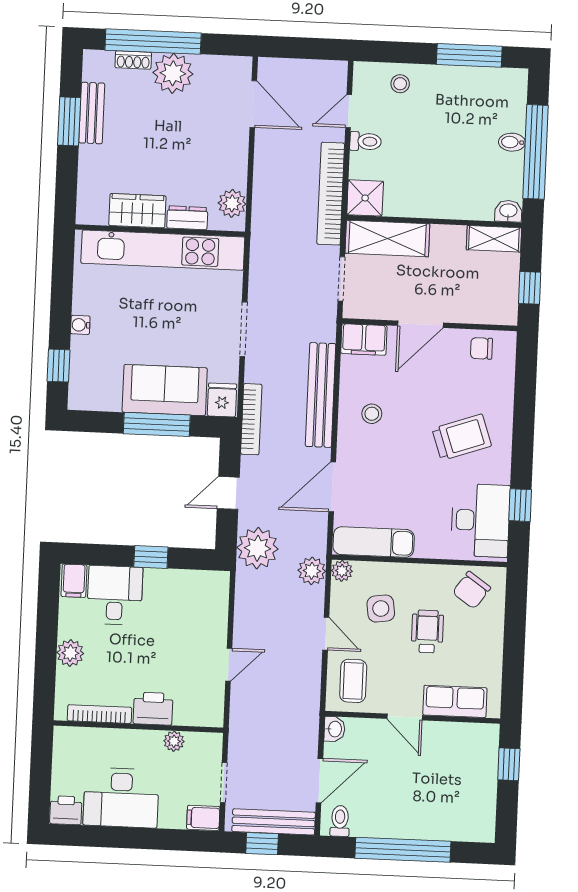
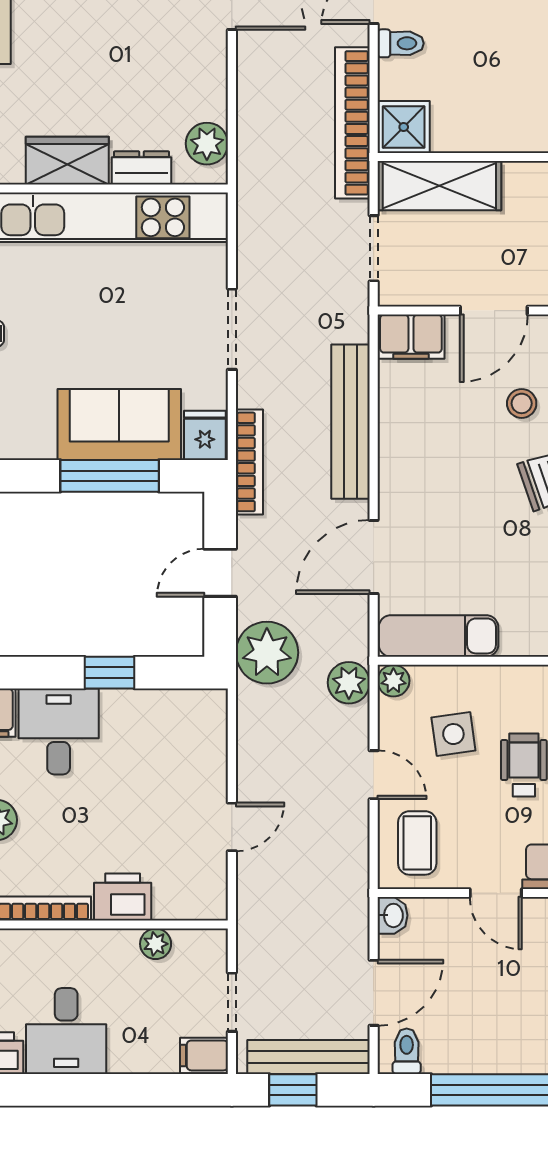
stool: (372, 414) -> (522, 403), moved
desk: (121, 798) -> (66, 1031), width x0.73

